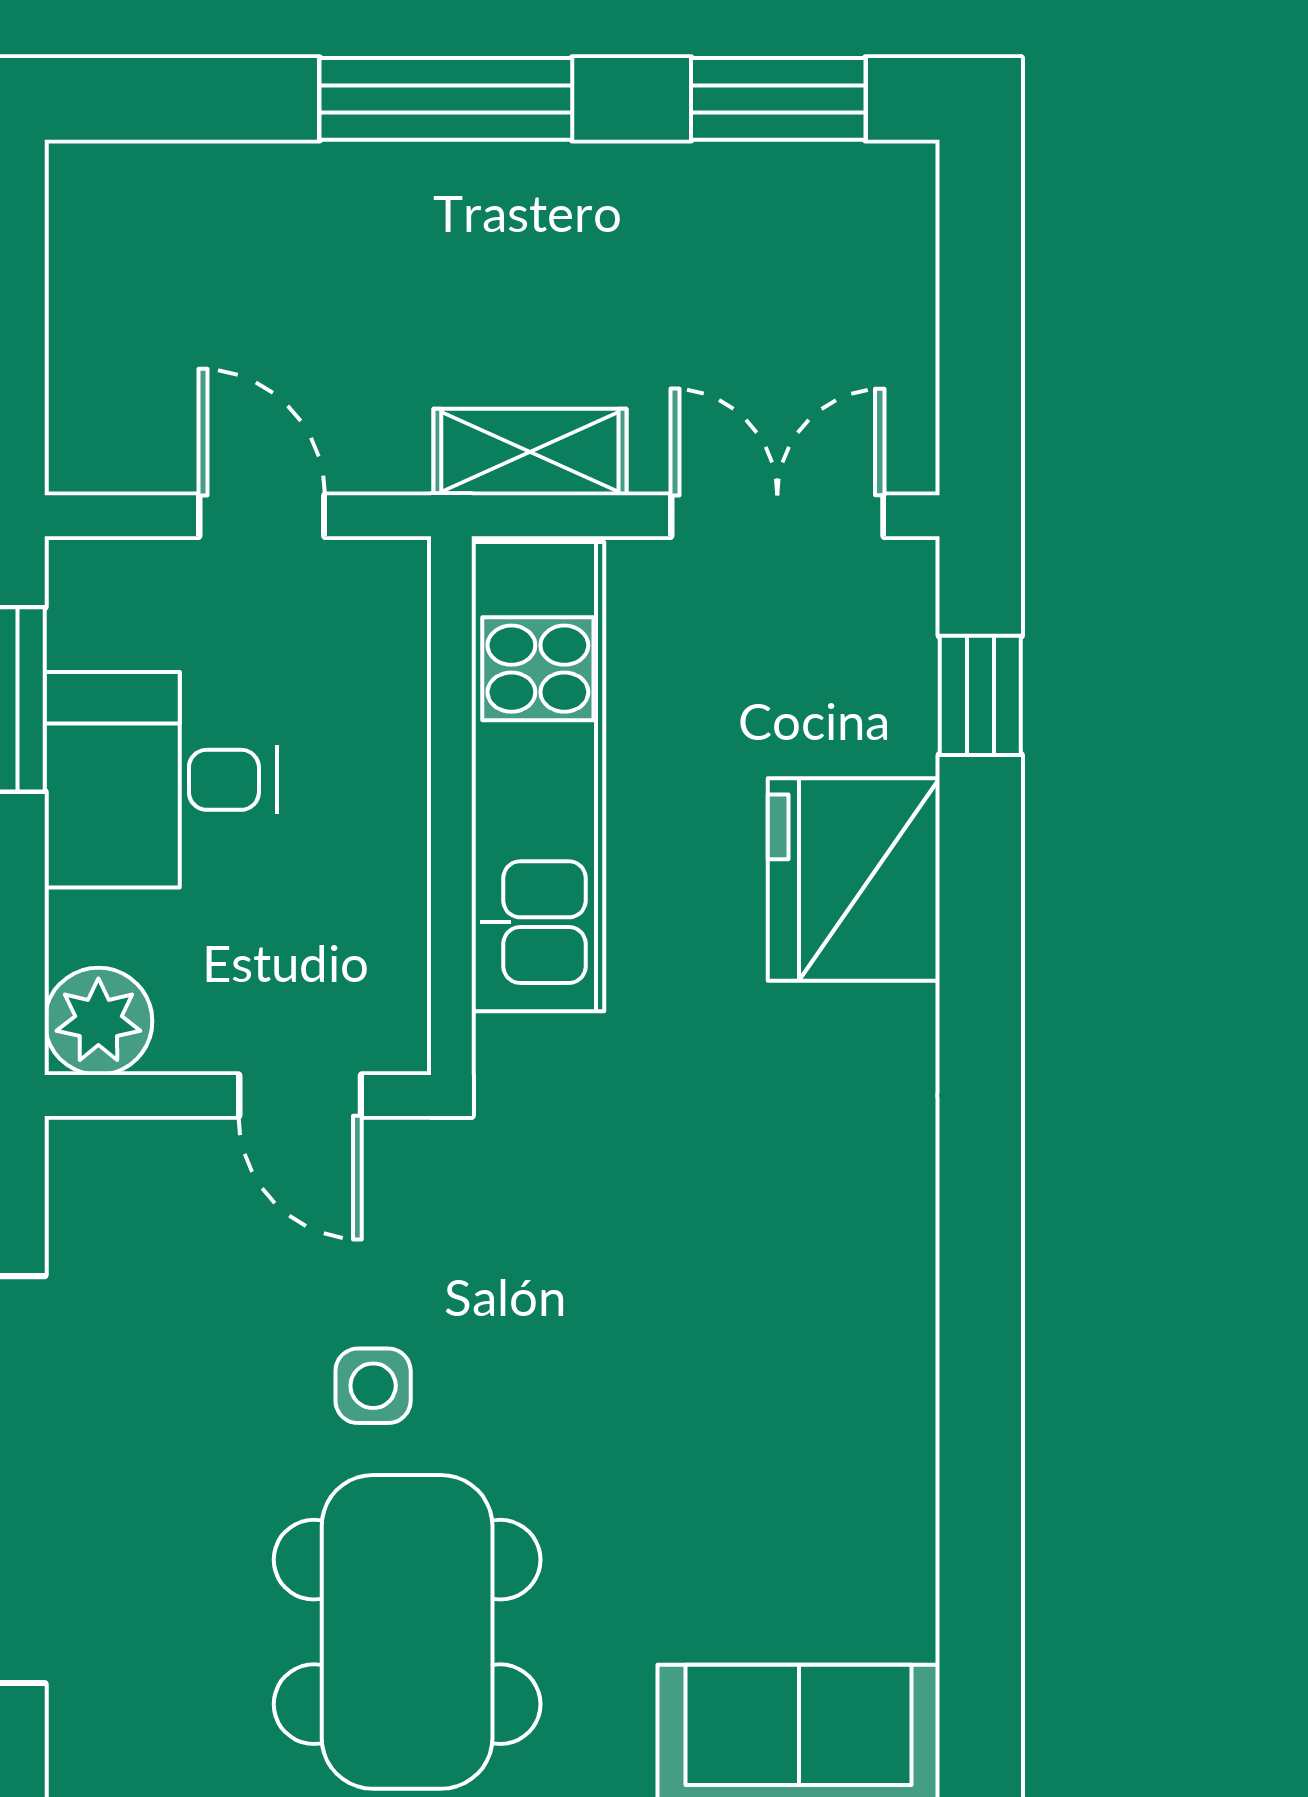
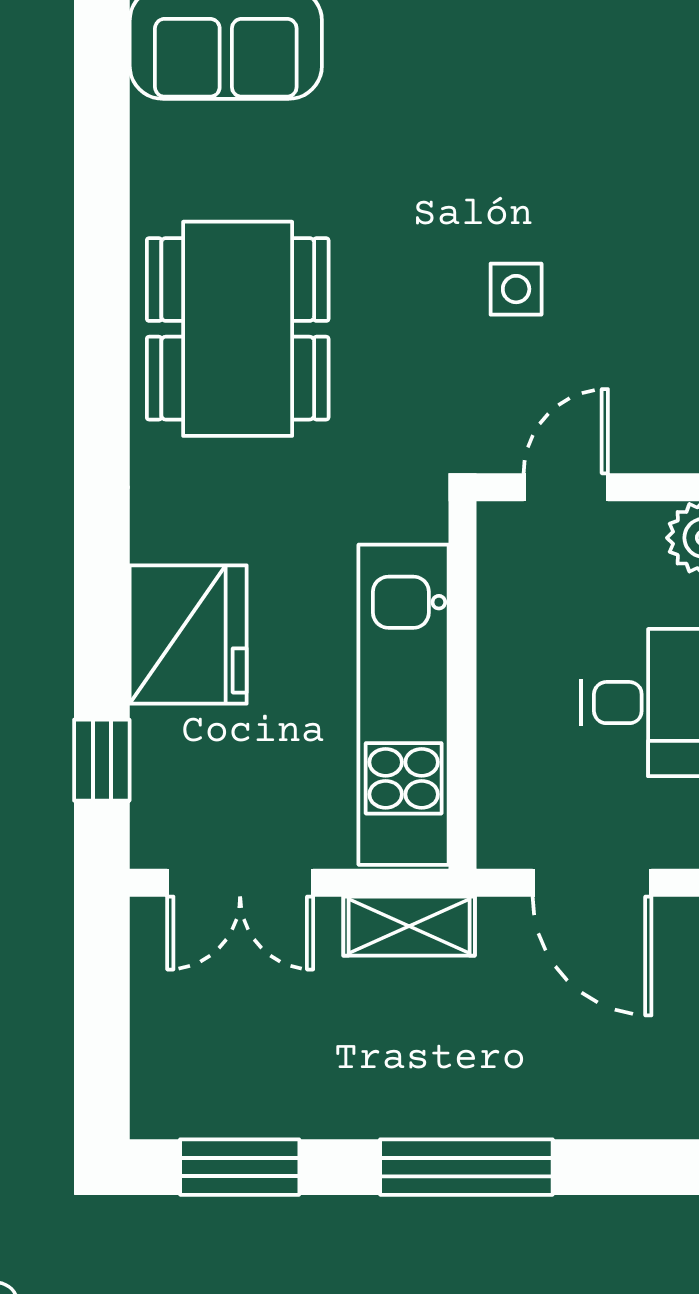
door: (262, 516) -> (592, 883), width x1.38
door: (300, 1095) -> (566, 487), hinge flipped
dining table: (407, 1632) -> (238, 329), moved

